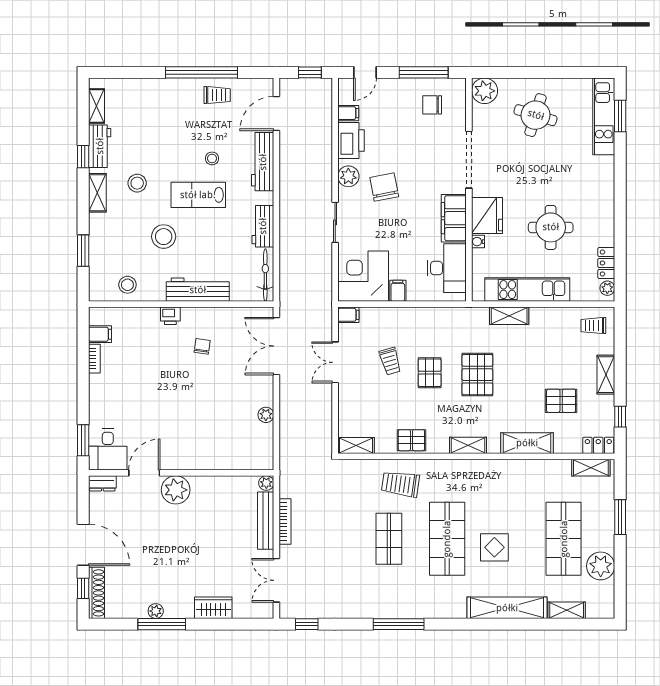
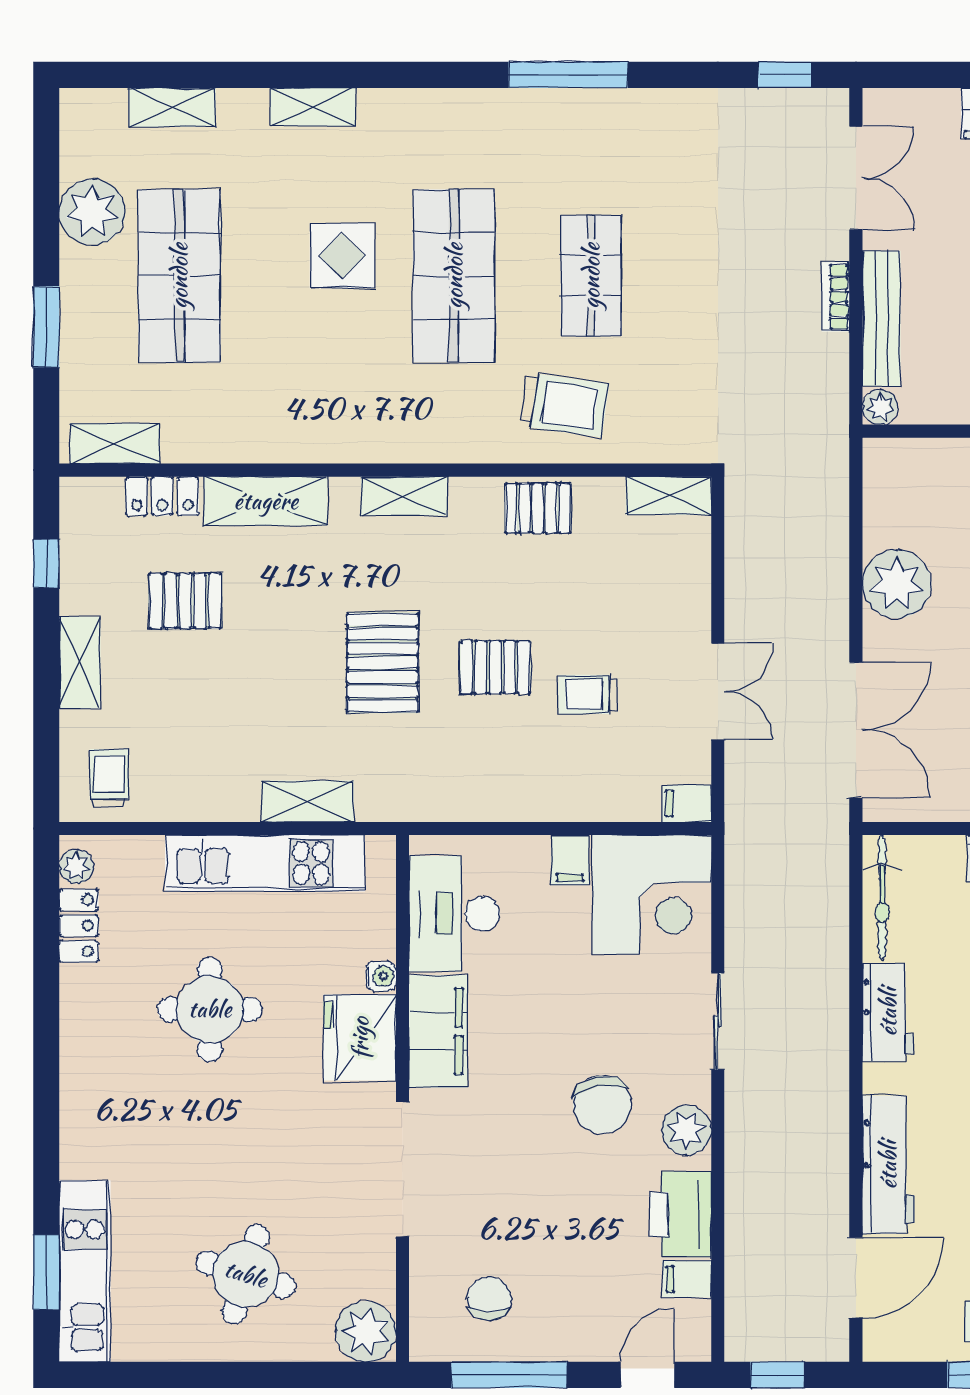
chair: (432, 105) -> (489, 1299), turned -90
trolley: (593, 326) -> (109, 778), turned -90
trolley: (390, 361) -> (588, 694), turned -74
pallet: (430, 373) -> (495, 667), turned 90
plant: (266, 415) -> (897, 584), width x1.87, depth x1.87
locker: (598, 445) -> (162, 496), moved
bookcase: (285, 522) -> (836, 297), width x0.64
shelving: (507, 608) -> (313, 107), width x0.45, depth x0.75

